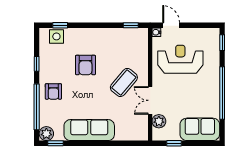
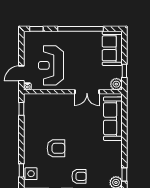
coffee table: (124, 82) -> (71, 115), removed
plant: (159, 121) -> (116, 84), moved
sofa: (89, 130) -> (113, 119), moved

